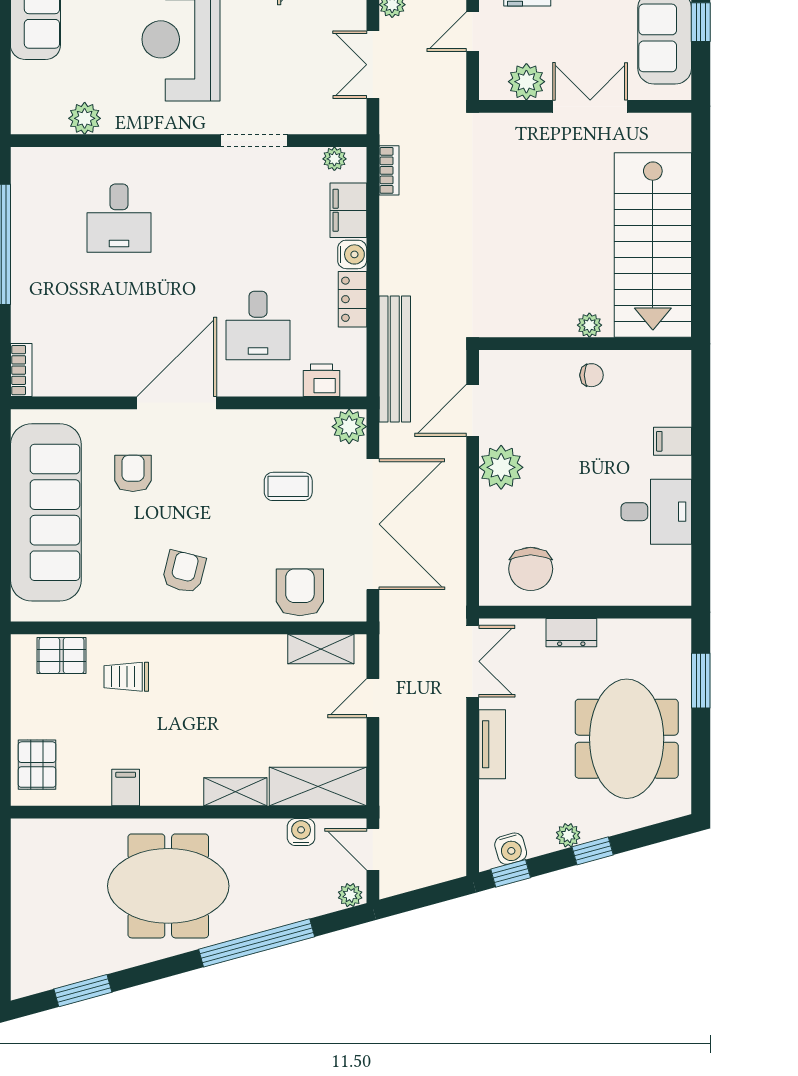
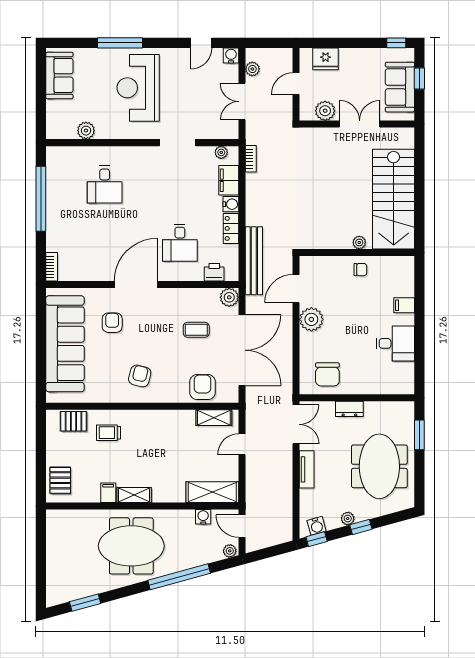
shelving: (235, 792) -> (134, 495), moved

